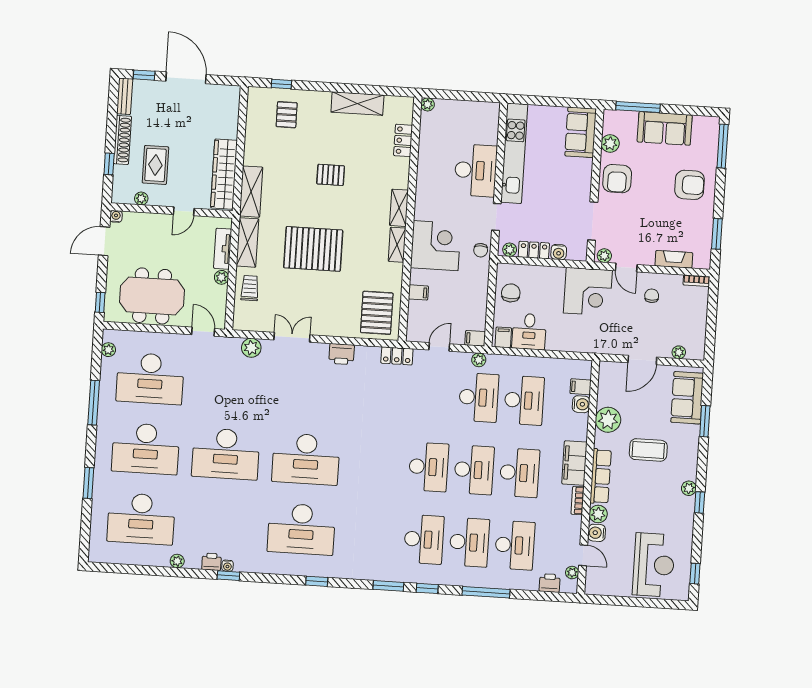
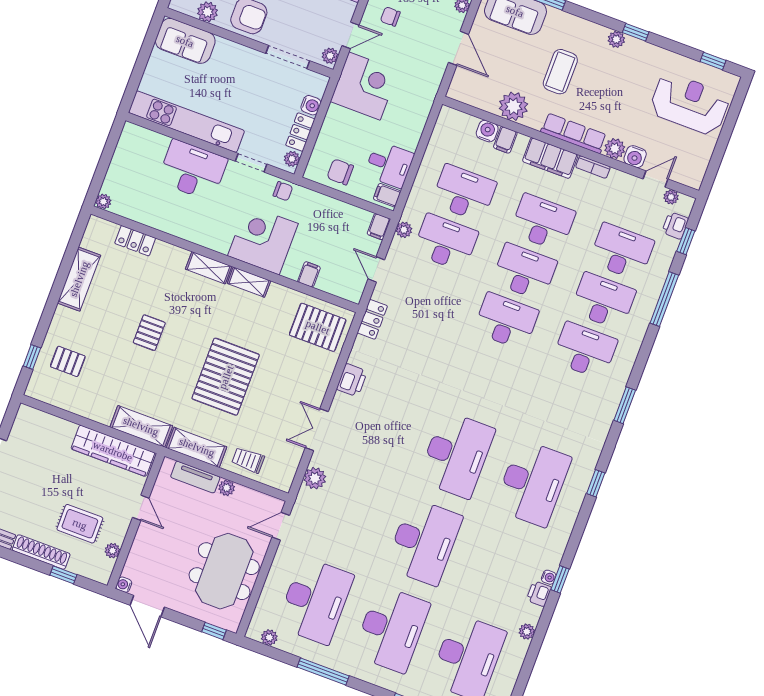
filing cabinet: (580, 387) -> (505, 140), moved
window: (427, 588) -> (686, 241), moved

